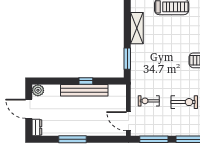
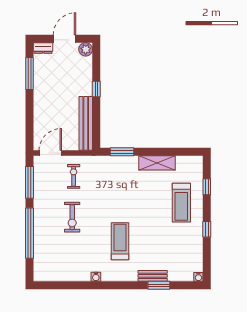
window: (86, 81) -> (96, 89), moved
bench: (84, 90) -> (86, 123), moved
window: (73, 139) -> (30, 73), moved

